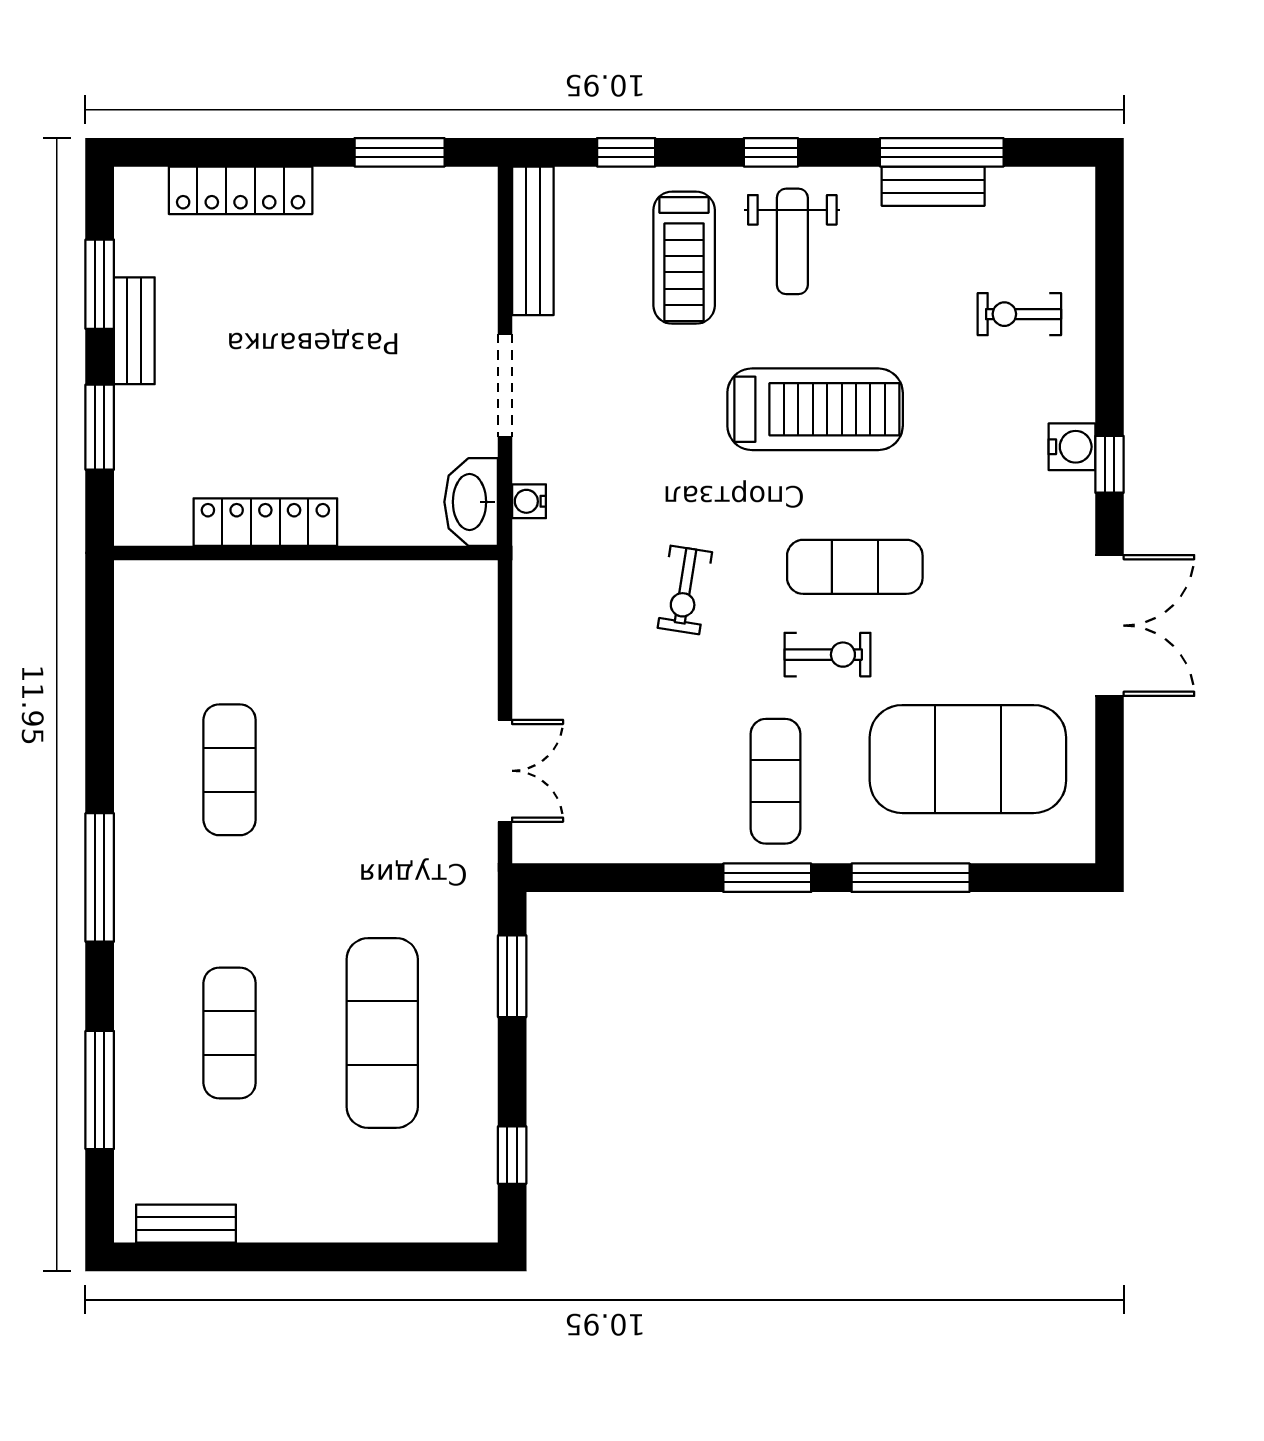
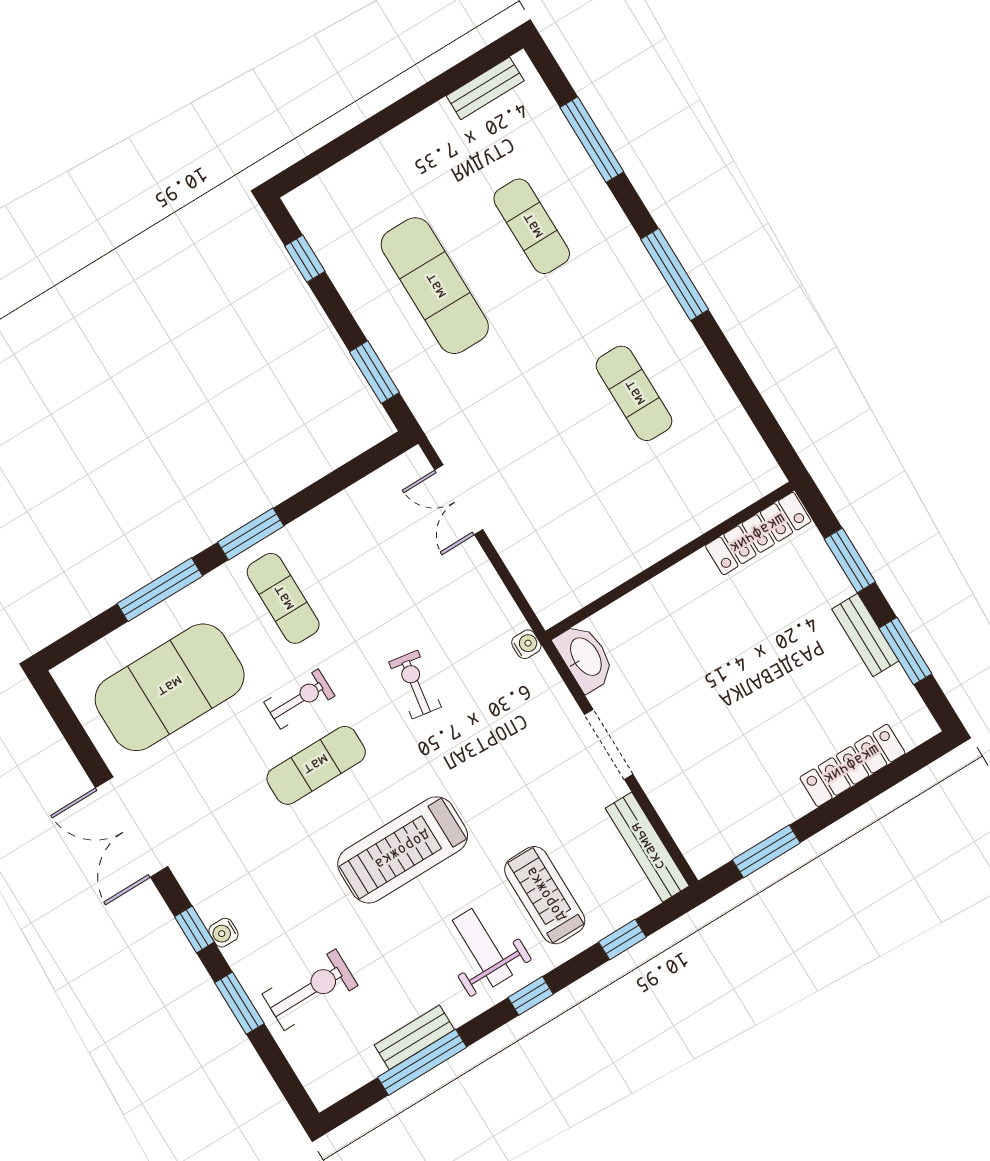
exercise bike: (1019, 314) -> (310, 990), width x1.38, depth x1.39
window: (1109, 348) -> (239, 1003), added
water cooler: (1072, 447) -> (223, 933), width x0.72, depth x0.72
water cooler: (529, 501) -> (526, 644), moved
locker: (265, 522) -> (758, 534), moved
exercise bike: (827, 655) -> (299, 699), turned 180

